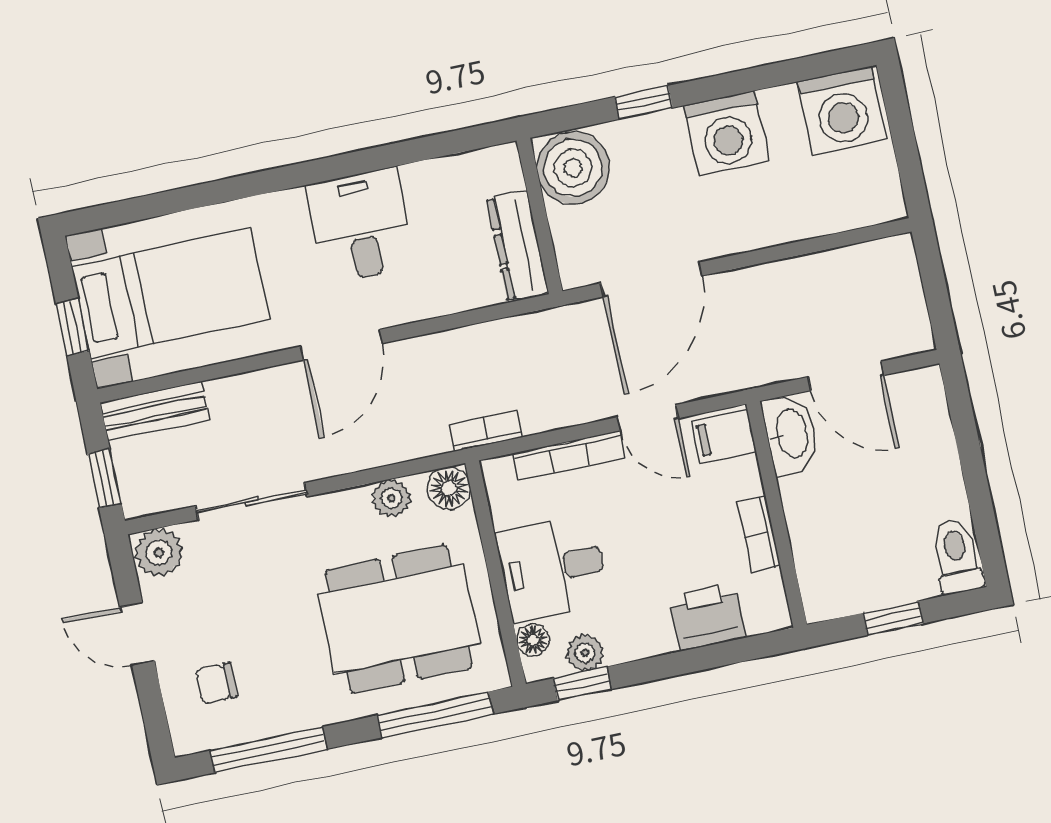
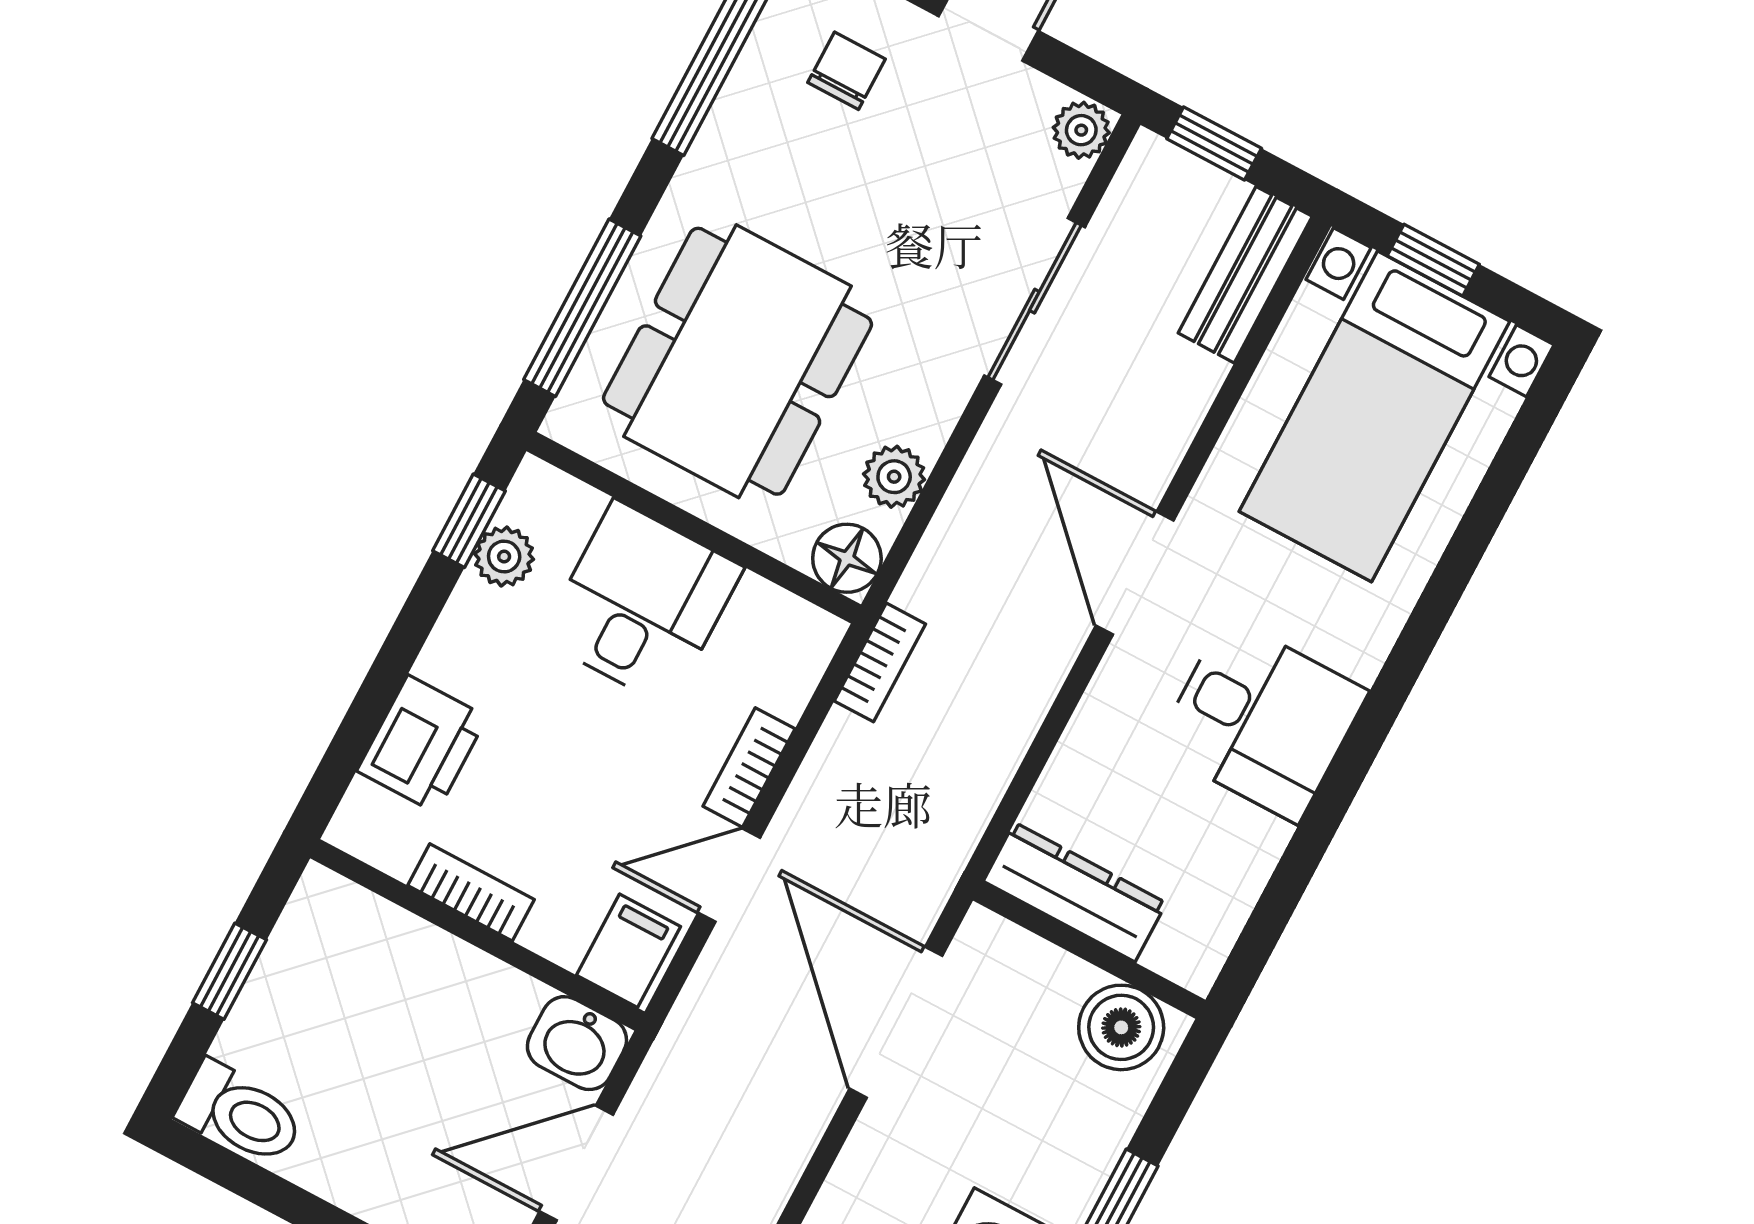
boiler: (573, 168) -> (1121, 1027), width x0.73, depth x0.73
washbasin: (791, 434) -> (577, 1043), width x0.72
bookcase: (569, 455) -> (749, 768), width x0.64
plant: (159, 552) -> (1081, 130), width x0.73, depth x0.73
floor lamp: (533, 640) -> (574, 505), removed

